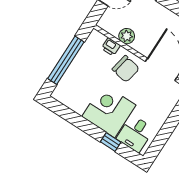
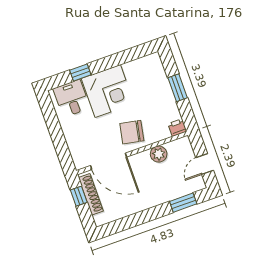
printer: (111, 47) -> (177, 128), moved
window: (66, 60) -> (178, 88), width x0.47

